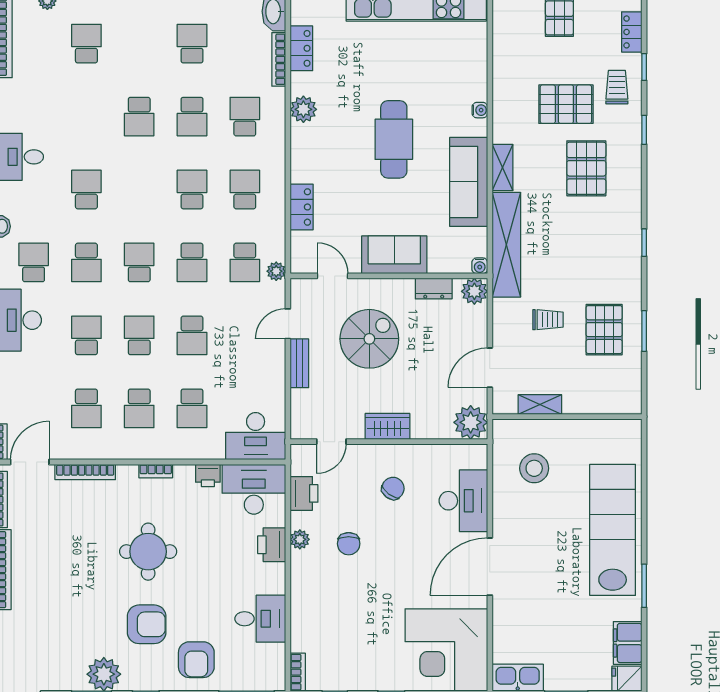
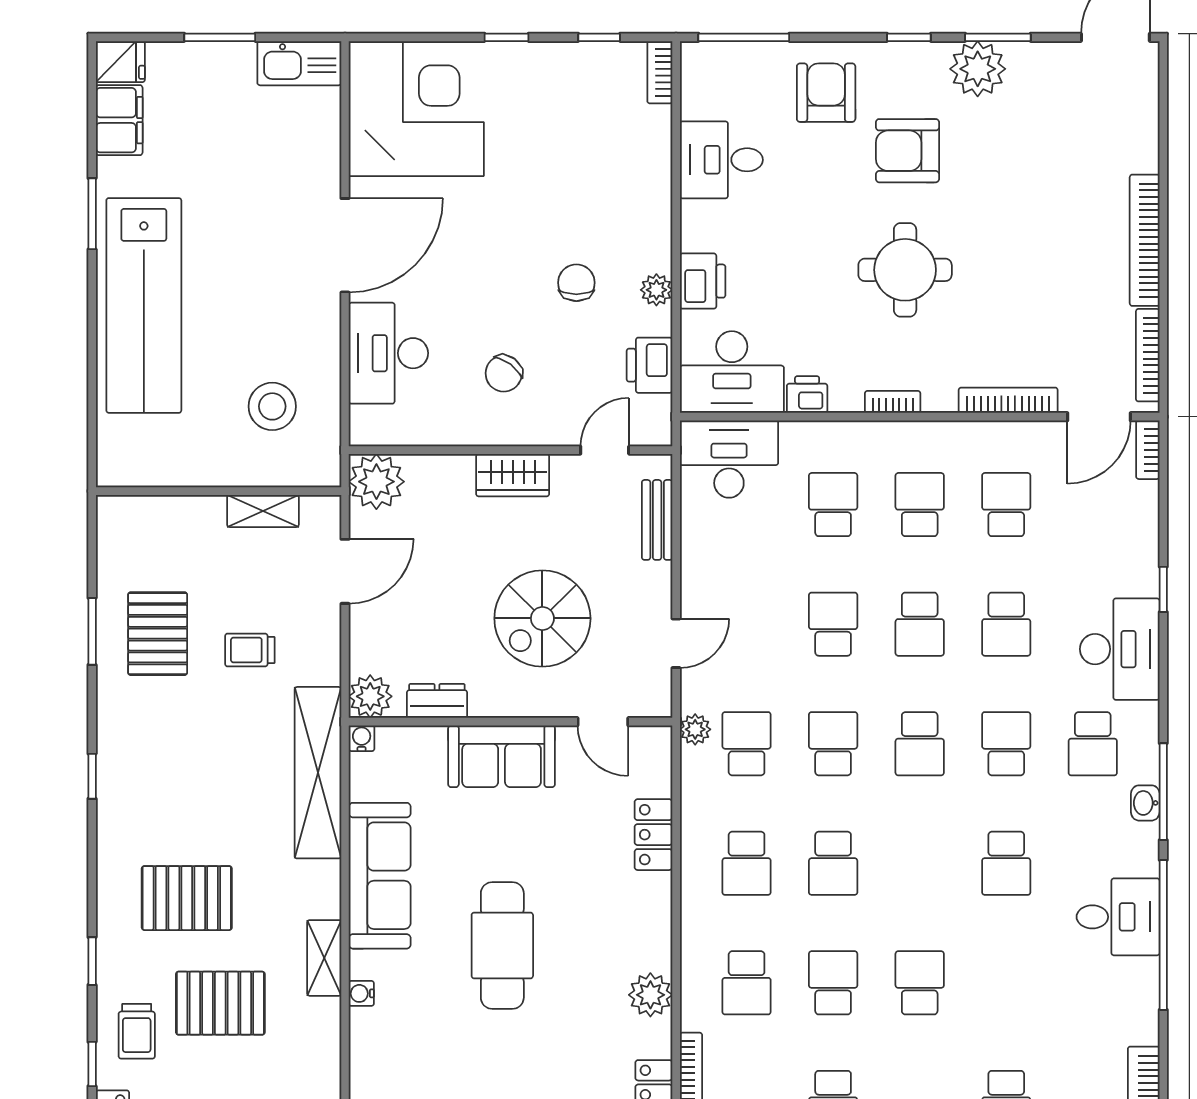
shelving: (502, 168) -> (324, 958), moved
pallet: (586, 168) -> (187, 898), turned 90
bench: (299, 363) -> (657, 520), moved

